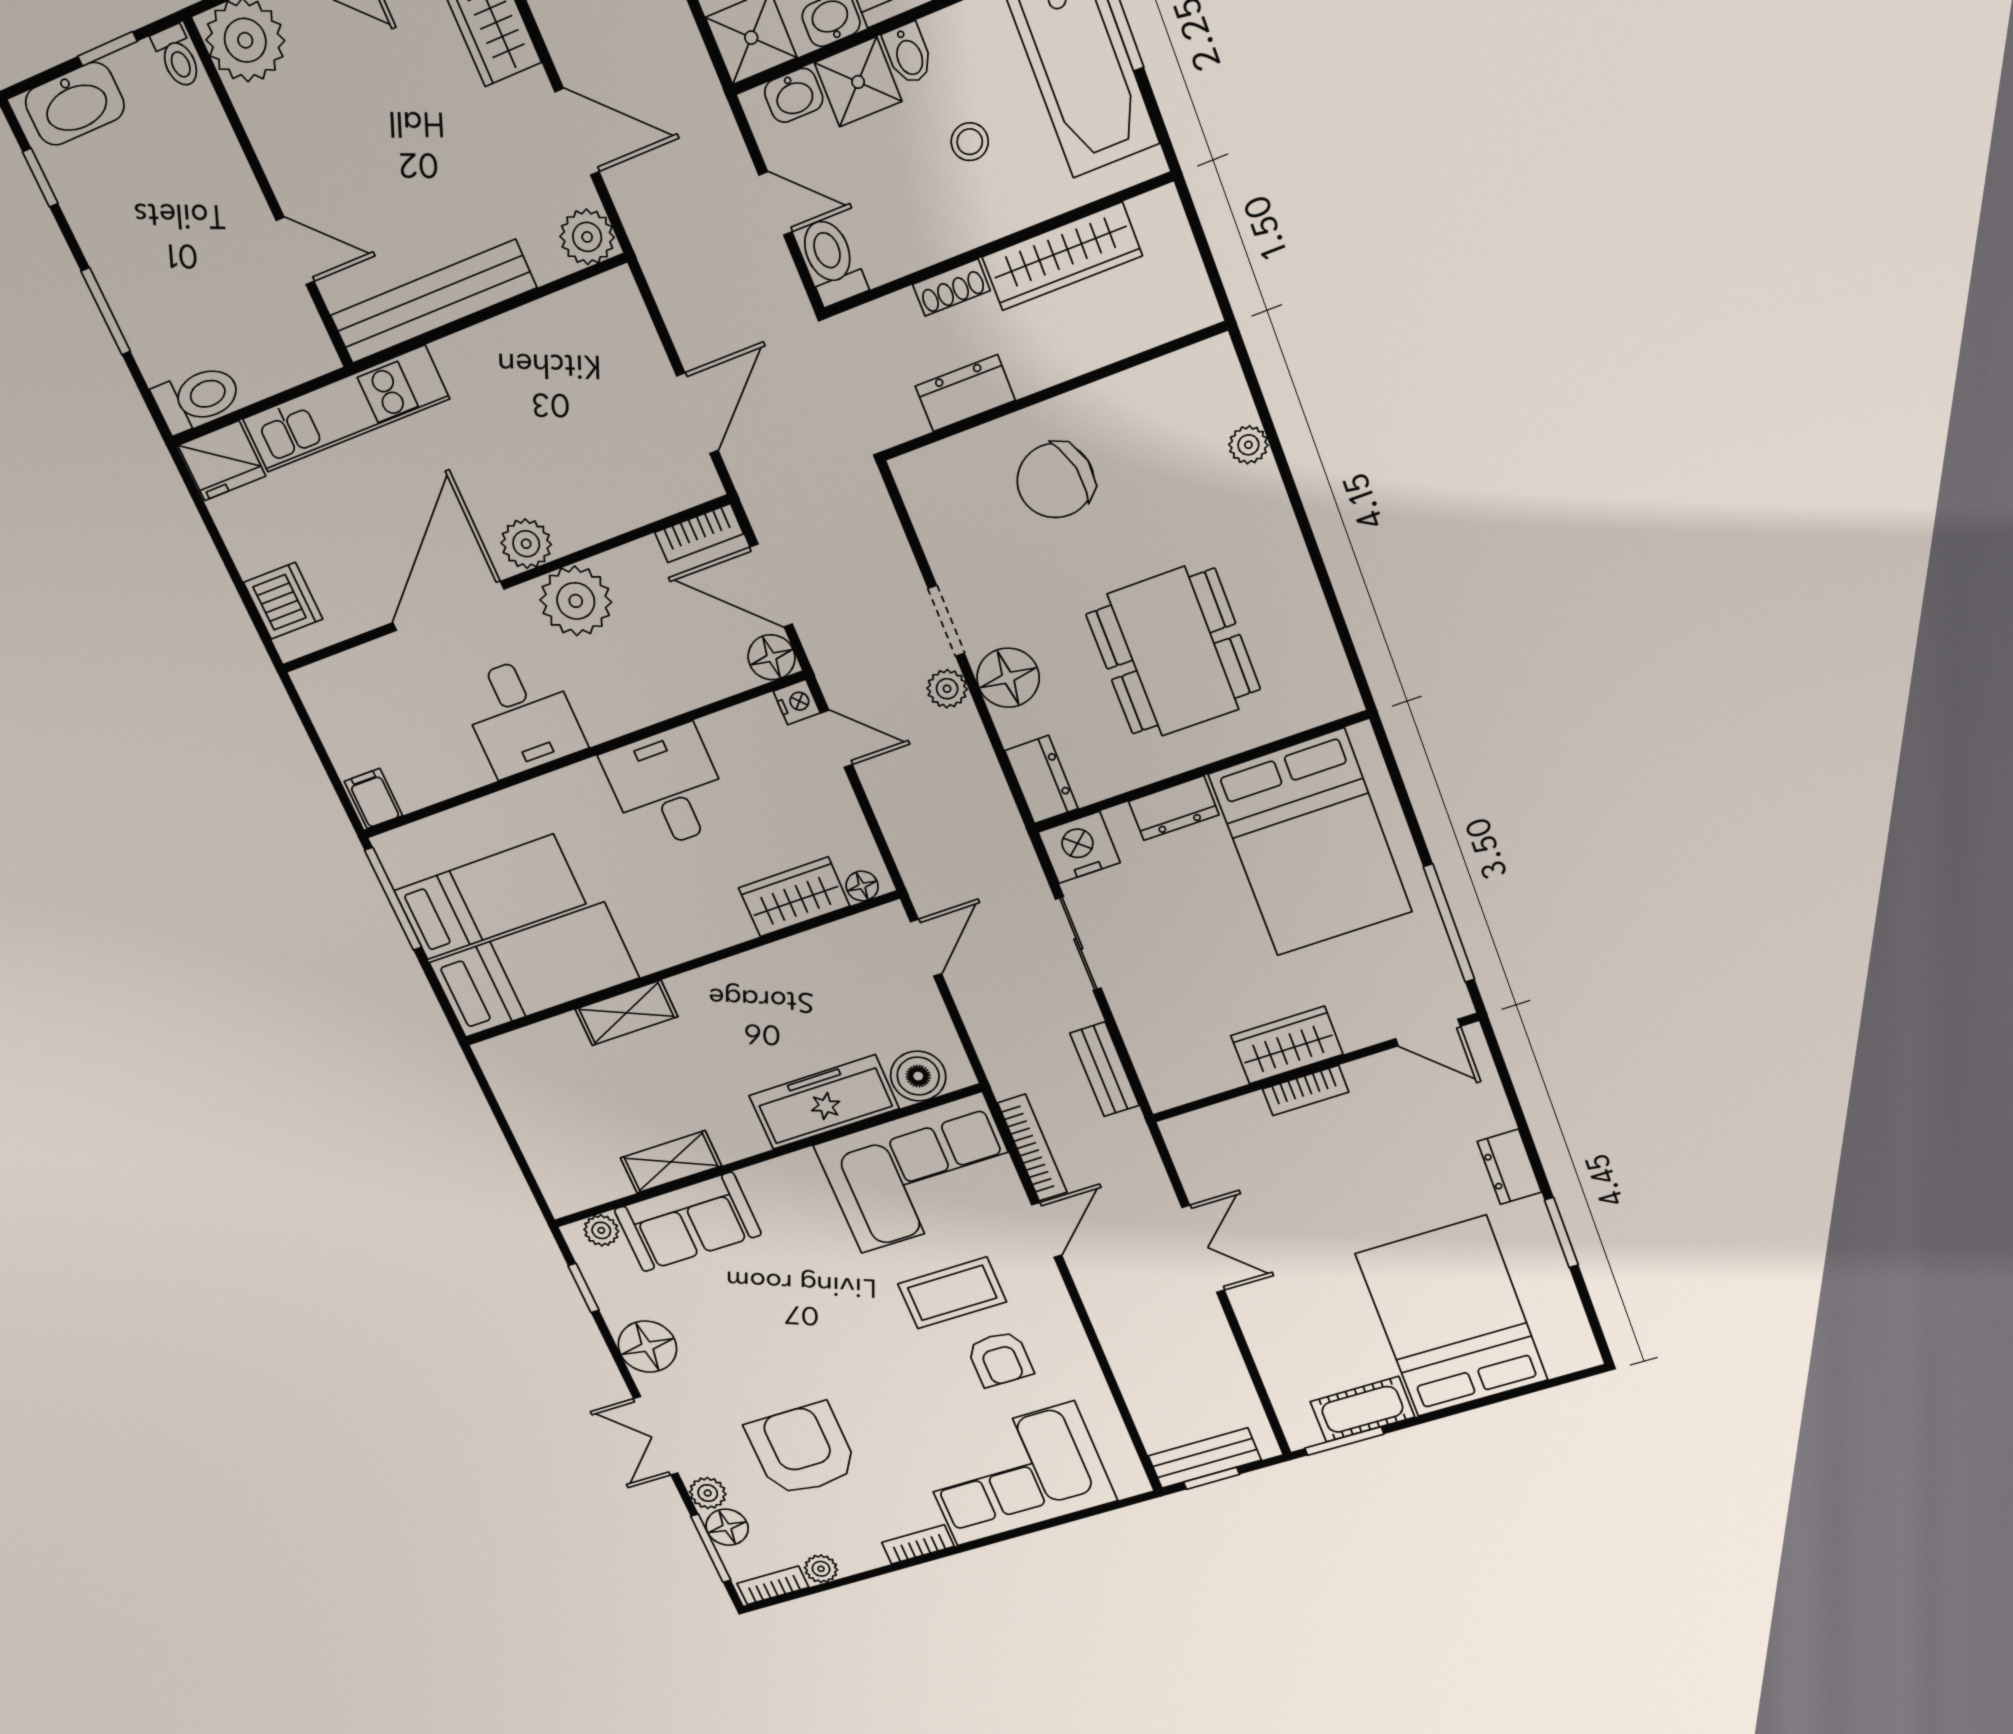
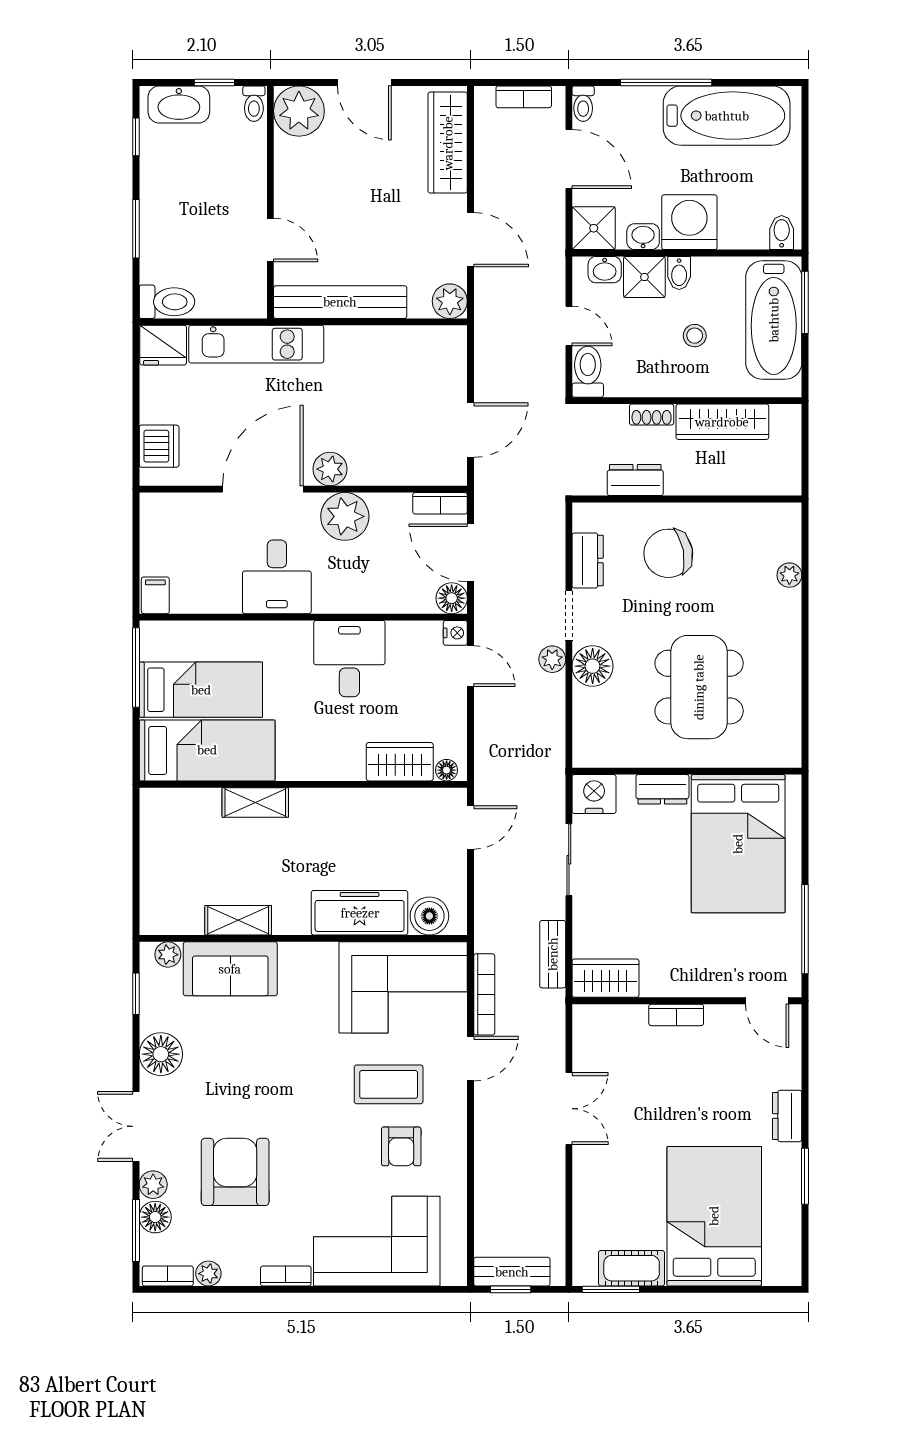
dresser: (1042, 780) -> (588, 560), moved
wardrobe: (1287, 1045) -> (605, 978), moved

